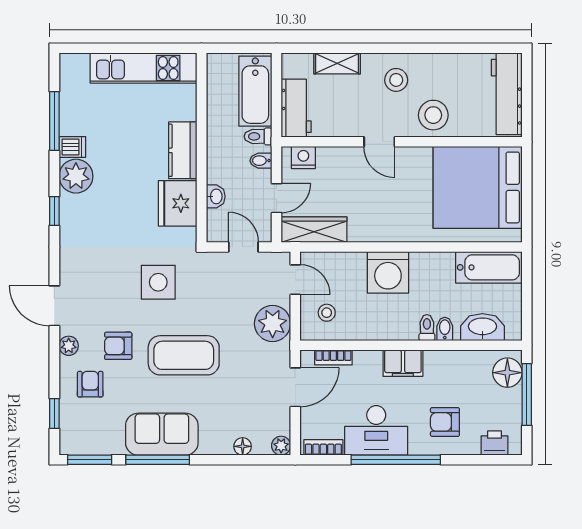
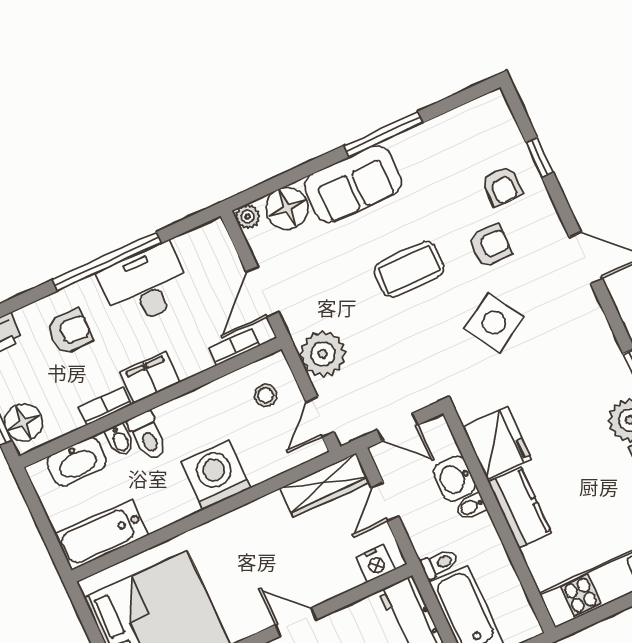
bidet: (261, 161) -> (471, 507), moved, turned 180
washbasin: (216, 196) -> (454, 479), width x1.38, depth x1.45
door: (295, 280) -> (320, 417), hinge flipped
side table: (158, 282) -> (494, 322), moved, turned -31
toilet: (427, 328) -> (147, 436), width x1.37, depth x1.39
plant: (69, 346) -> (548, 219), removed
coffee table: (184, 355) -> (409, 269), width x0.73, depth x0.76
window: (54, 413) -> (539, 157), moved
sofa: (162, 434) -> (353, 184), moved
floor lamp: (243, 446) -> (287, 208), width x1.89, depth x1.89
bookcase: (323, 447) -> (105, 406), moved, turned 180
window: (90, 460) -> (463, 98), removed

